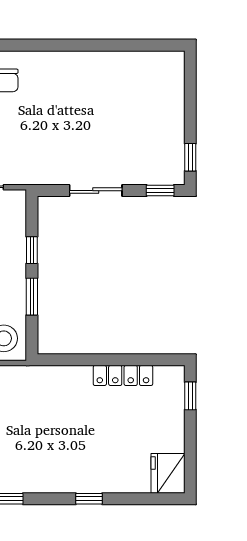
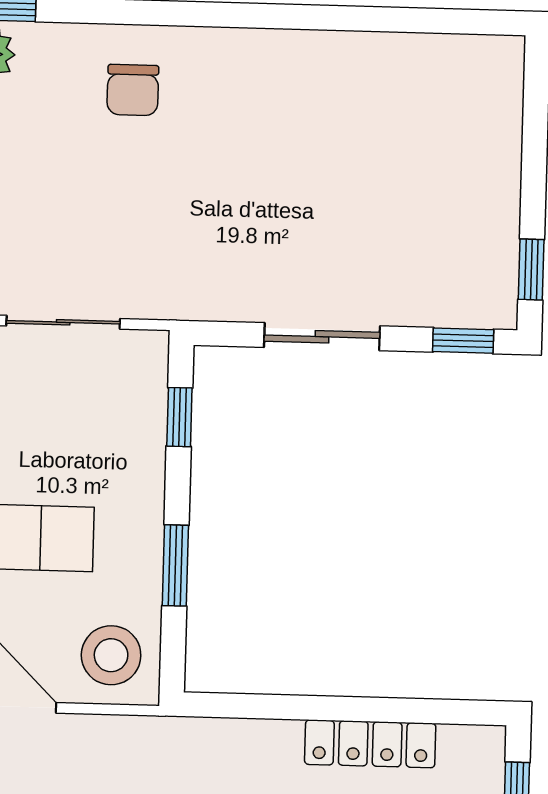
window: (32, 250) -> (179, 417), moved

